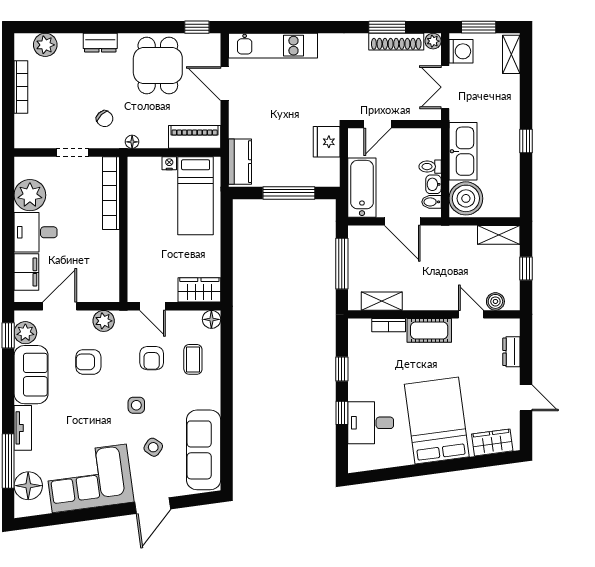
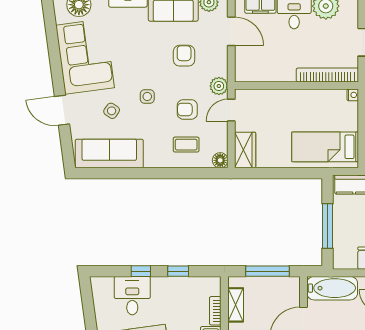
nightstand: (169, 163) -> (353, 95), moved
plant: (104, 321) -> (219, 86), moved

